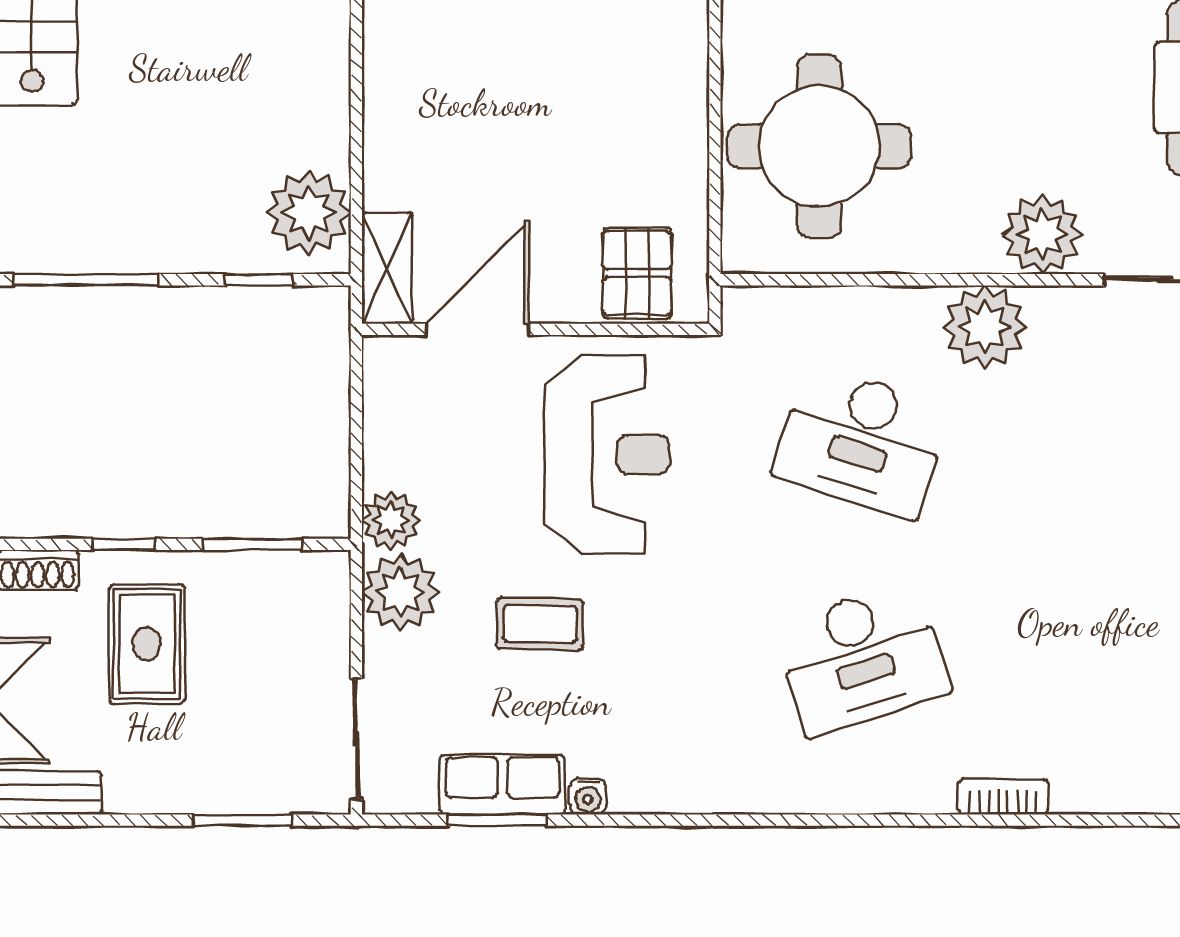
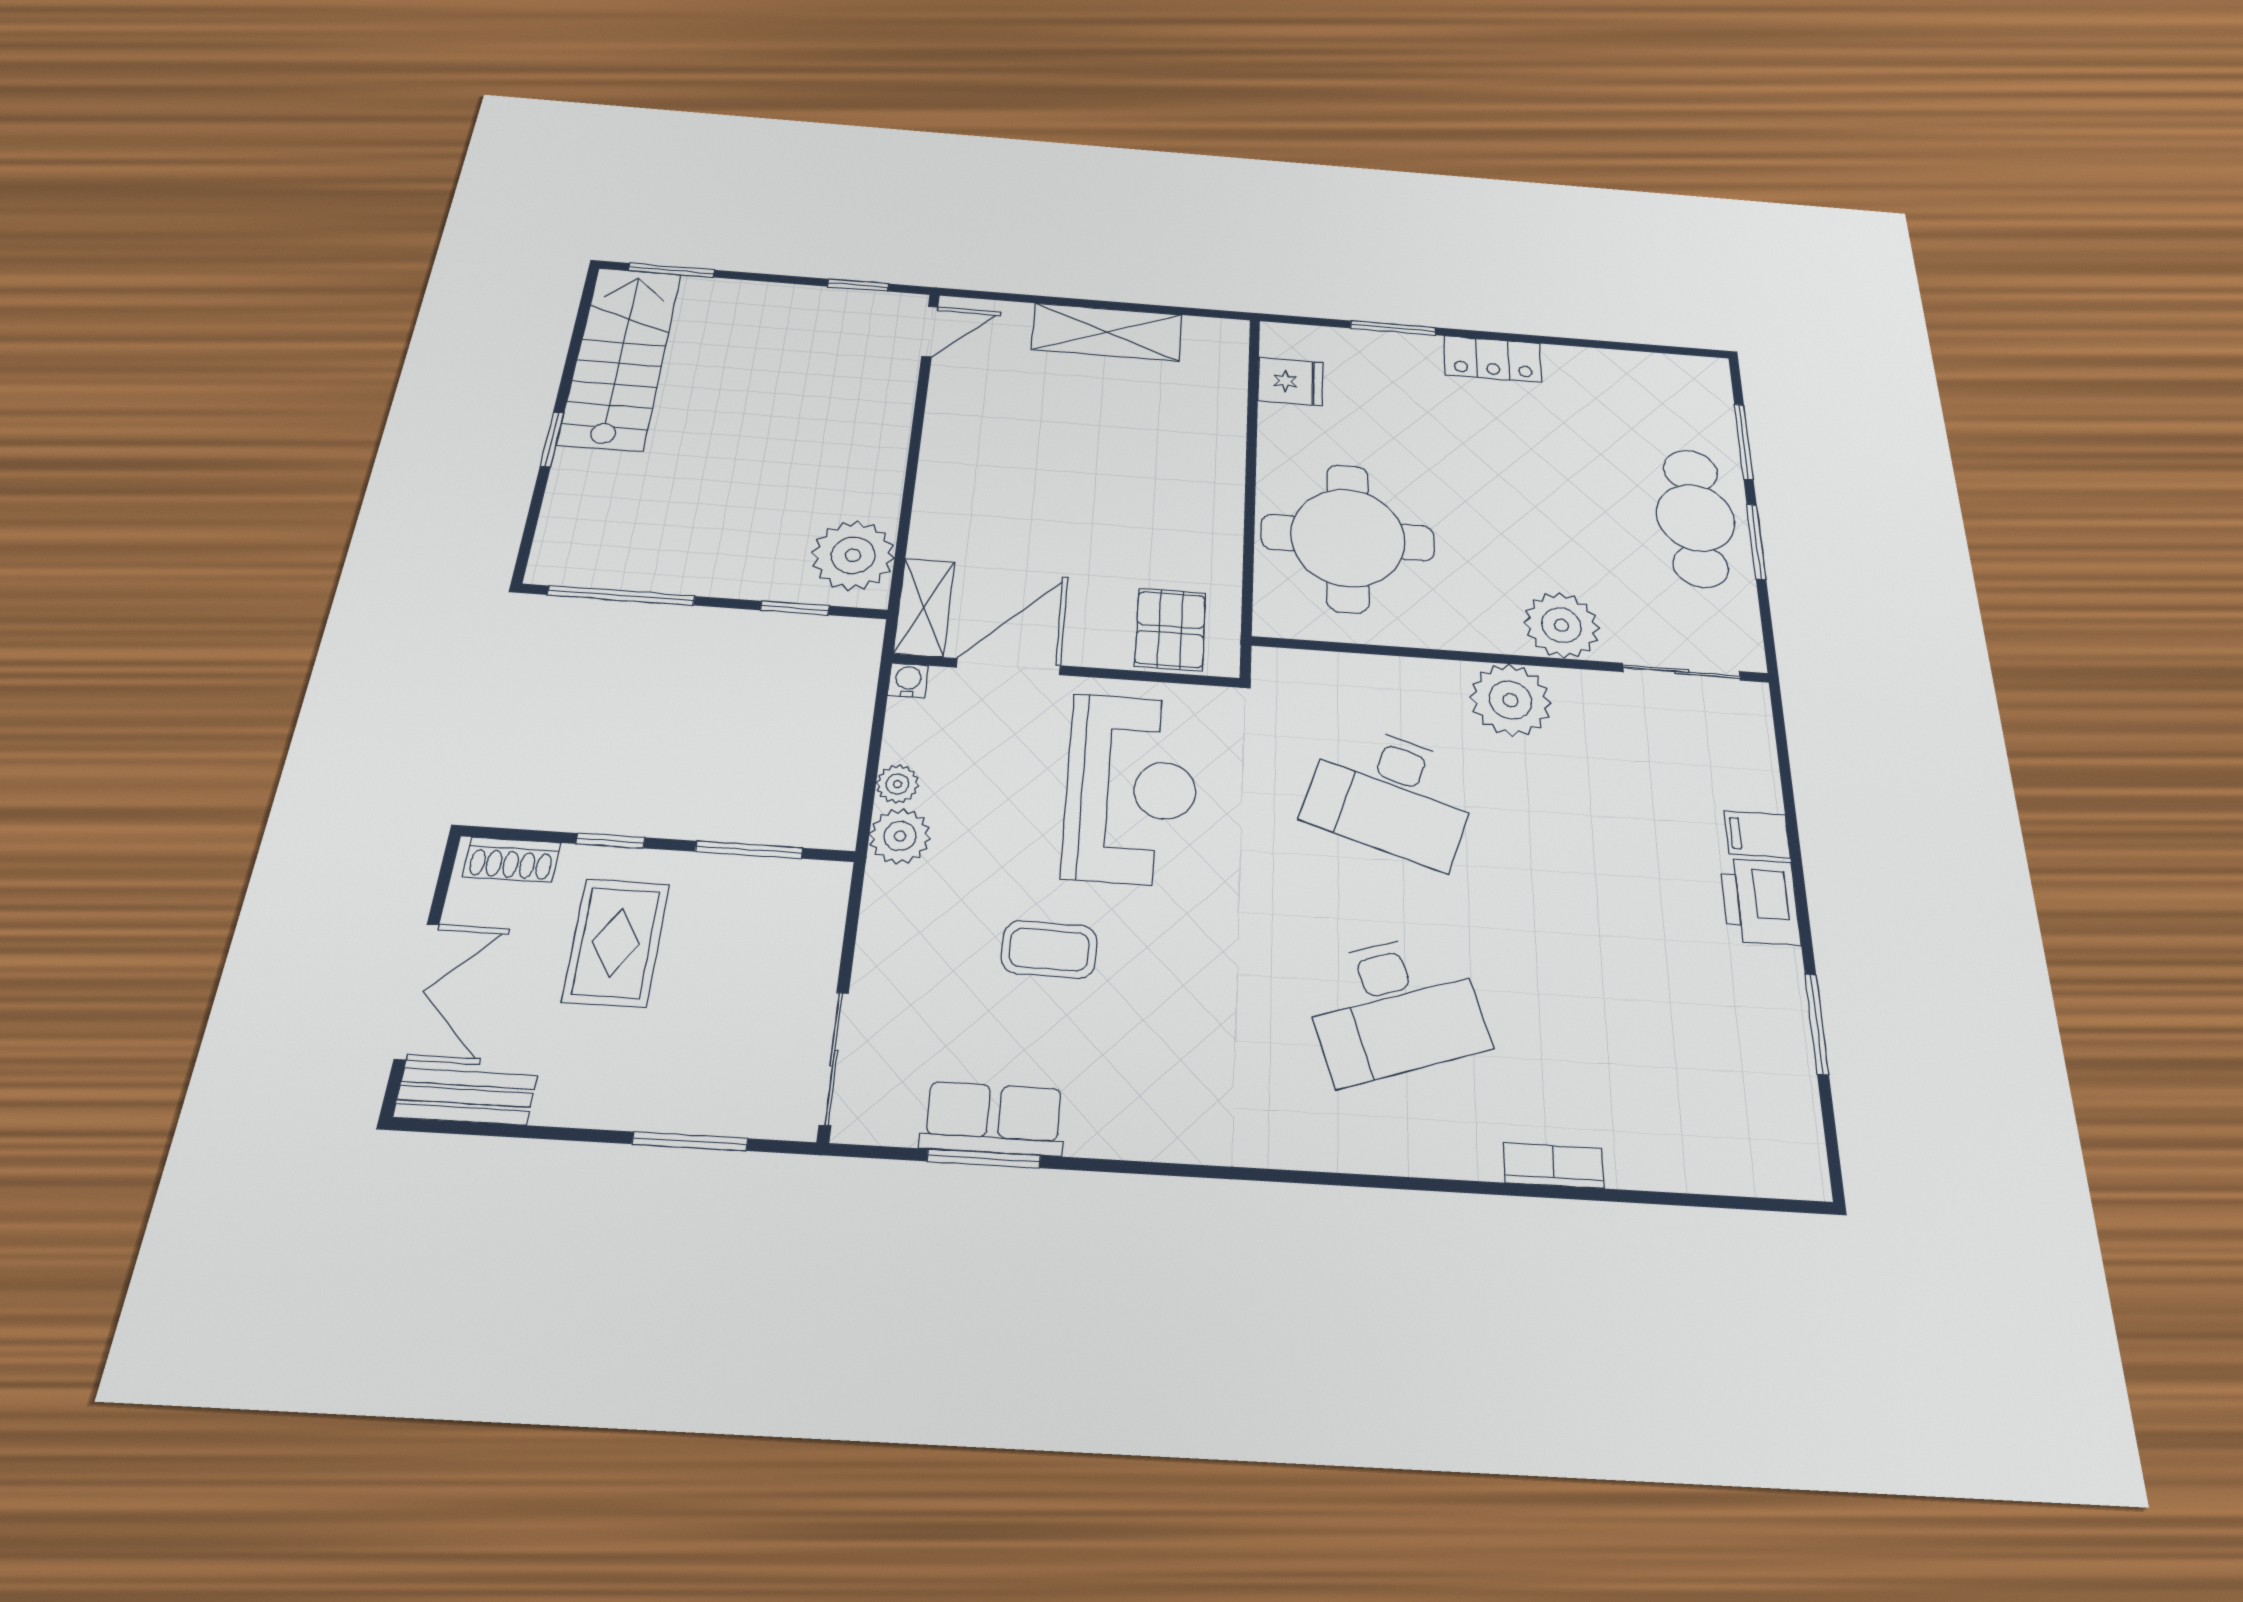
plant: (400, 592) -> (898, 784), moved, width x0.53, depth x0.53
water cooler: (588, 796) -> (908, 681), moved, turned 180

